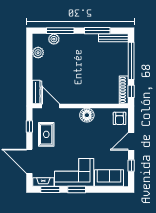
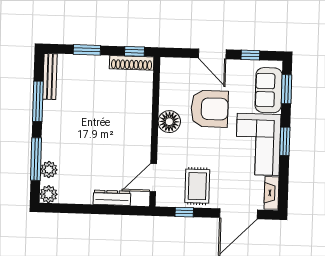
plant: (38, 53) -> (49, 194), moved
window: (131, 61) -> (87, 50), width x0.47
dresser: (37, 92) -> (112, 198), moved
armchair: (120, 118) -> (210, 109), moved, width x1.88, depth x1.88
rug: (46, 134) -> (197, 186), turned 90
window: (50, 189) -> (286, 89), moved

